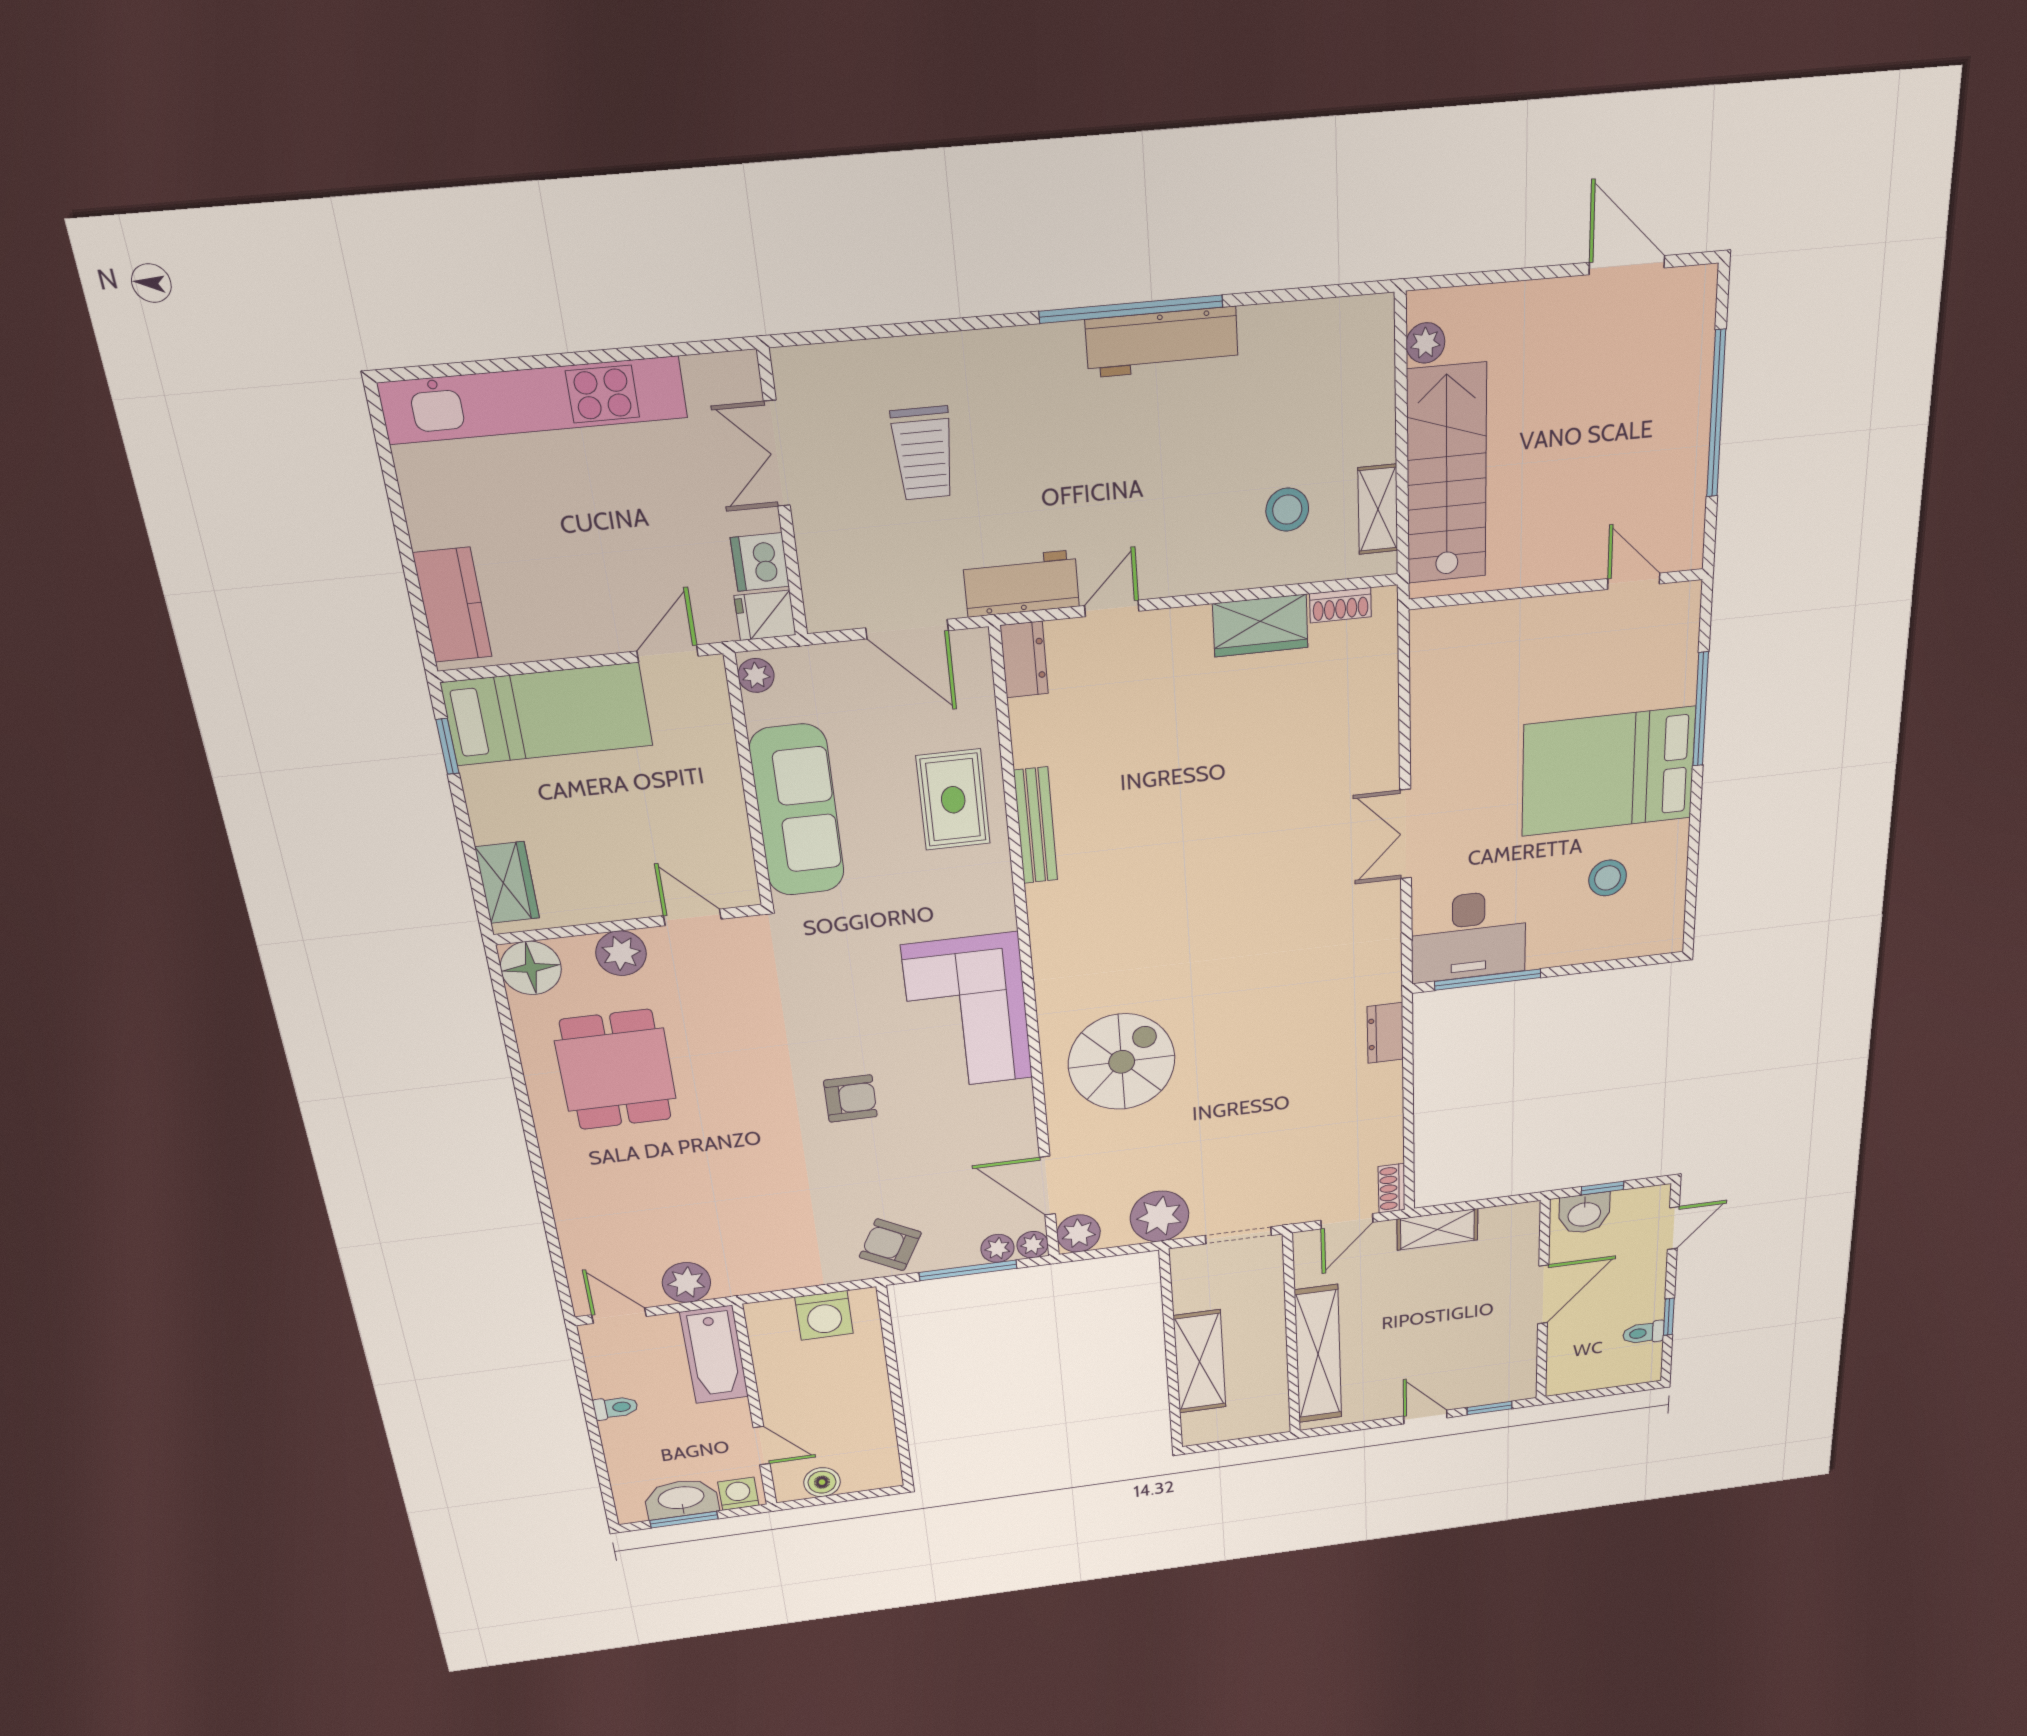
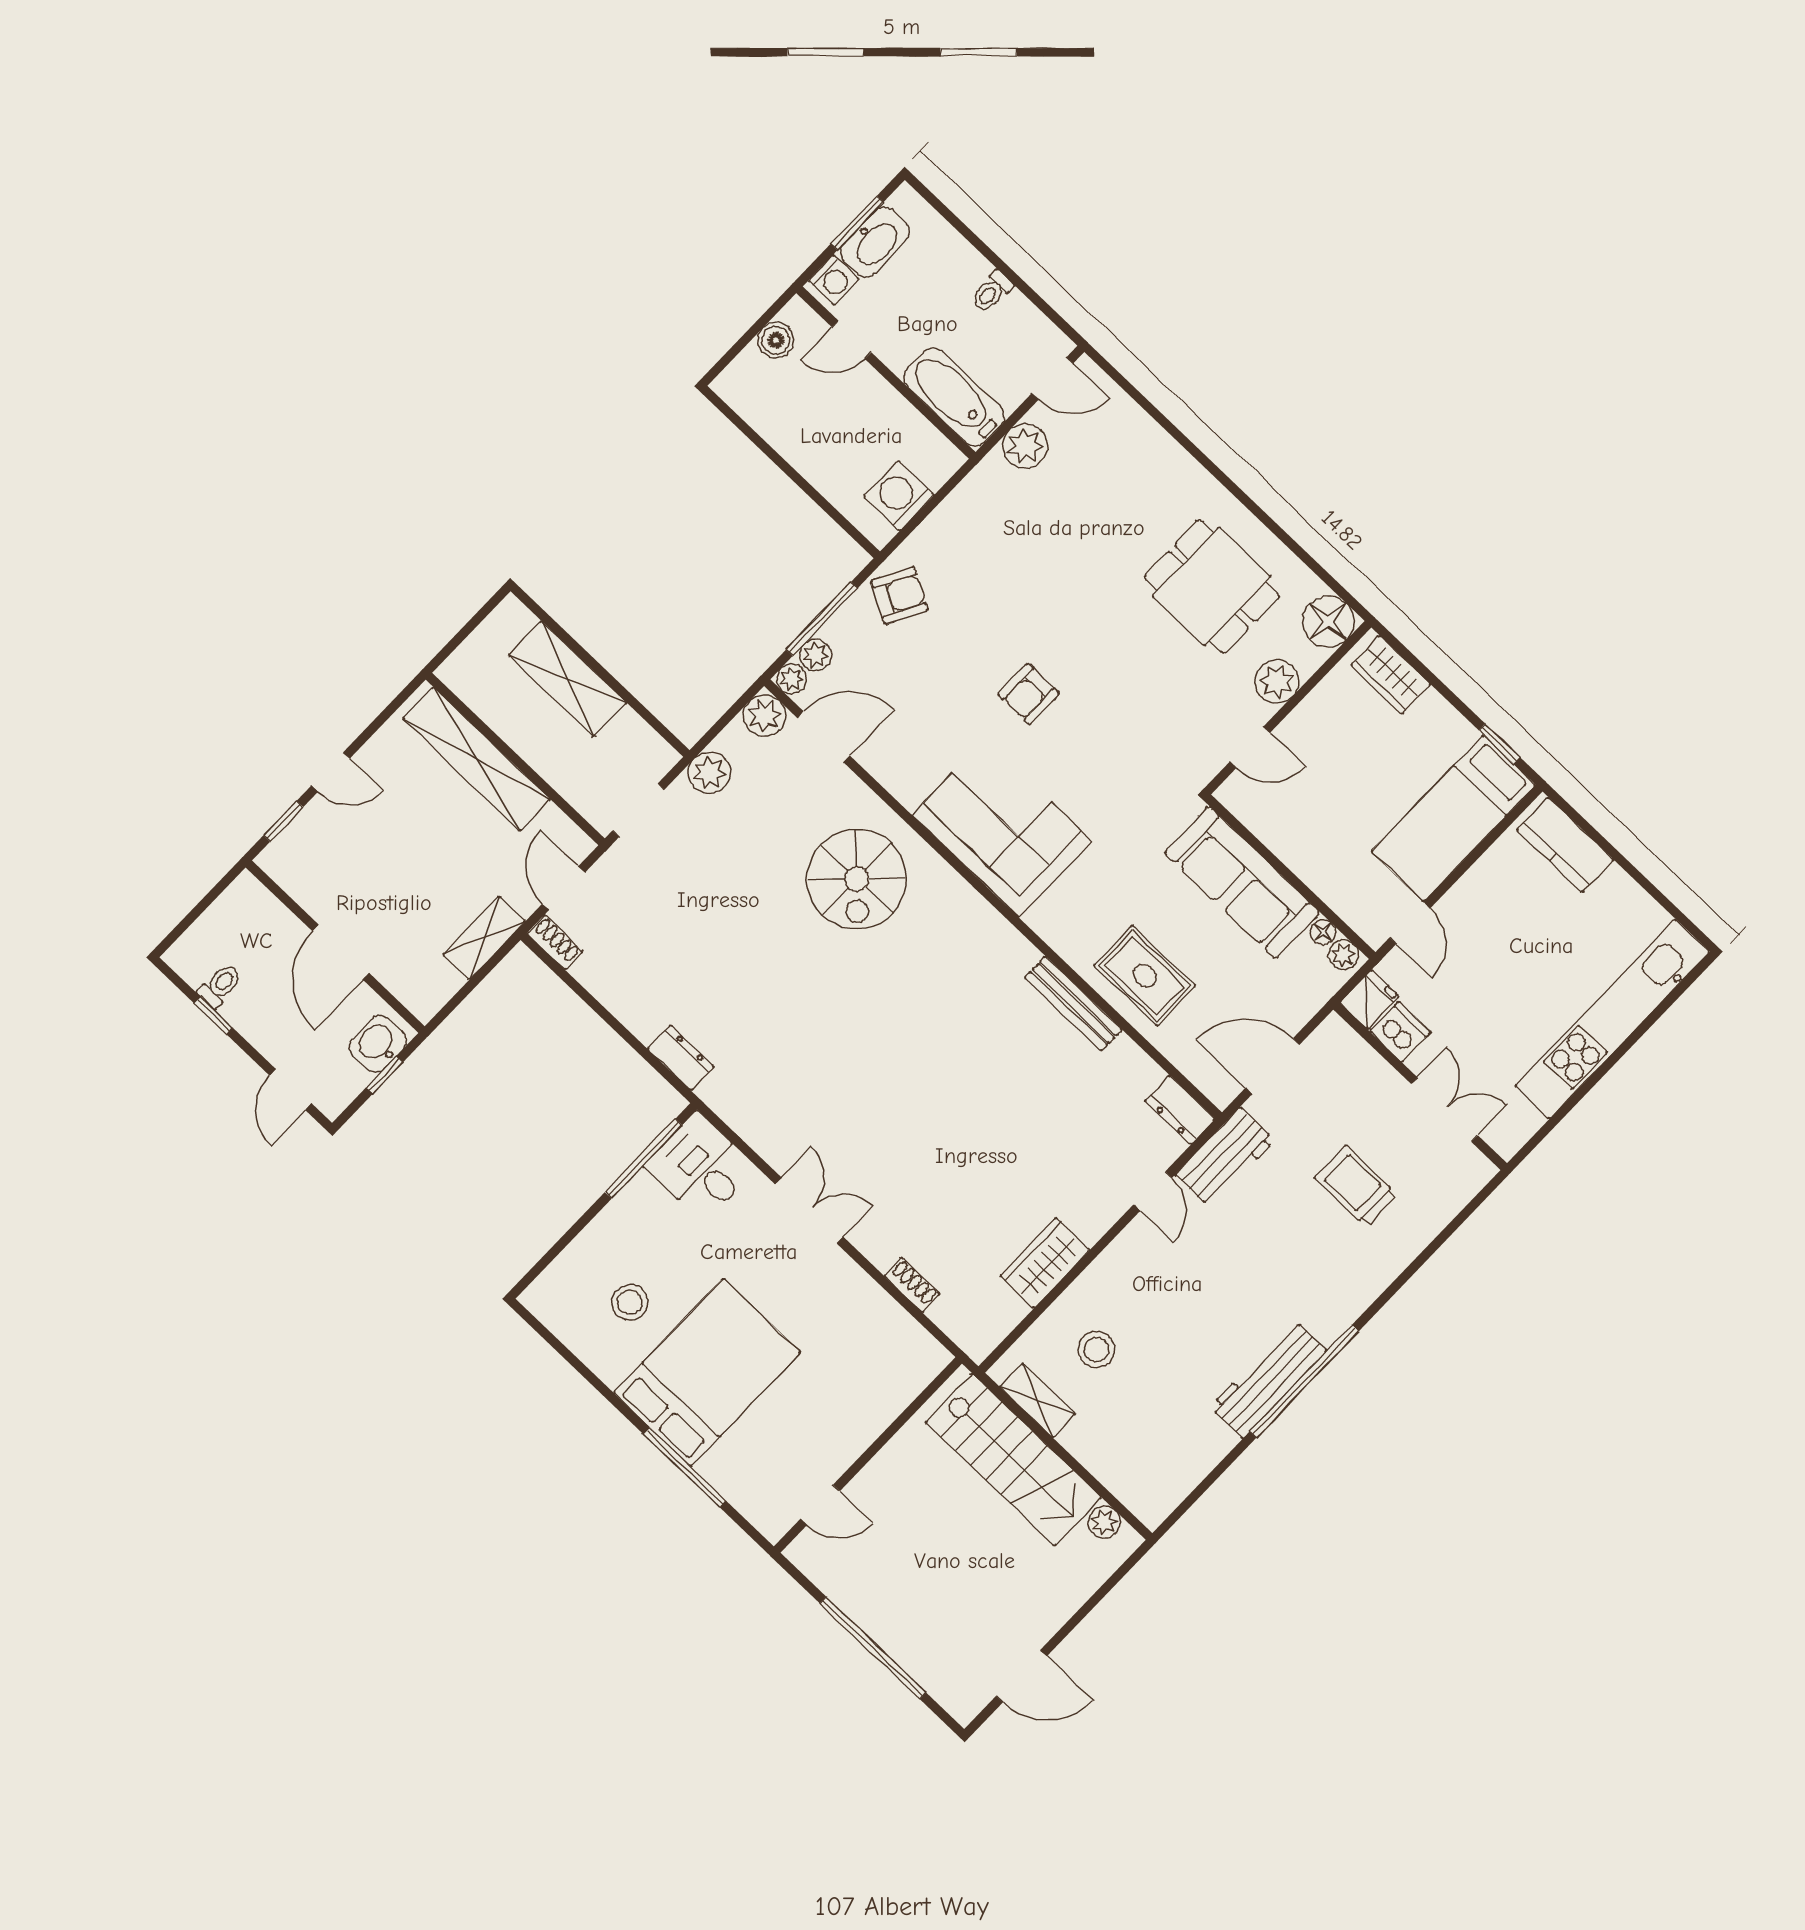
shoe rack: (1341, 605) -> (912, 1285), moved, turned 90
floor lamp: (758, 710) -> (1323, 932), added
desk: (1469, 936) -> (700, 1167), width x0.73
plant: (1160, 1216) -> (709, 773), width x0.73, depth x0.73

